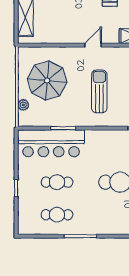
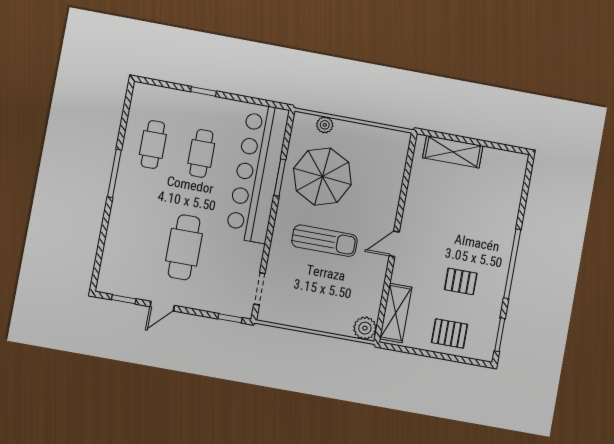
door: (93, 45) -> (394, 244), swing flipped
parasol: (47, 80) -> (322, 177), moved
bar counter: (51, 143) -> (257, 173), width x1.36

